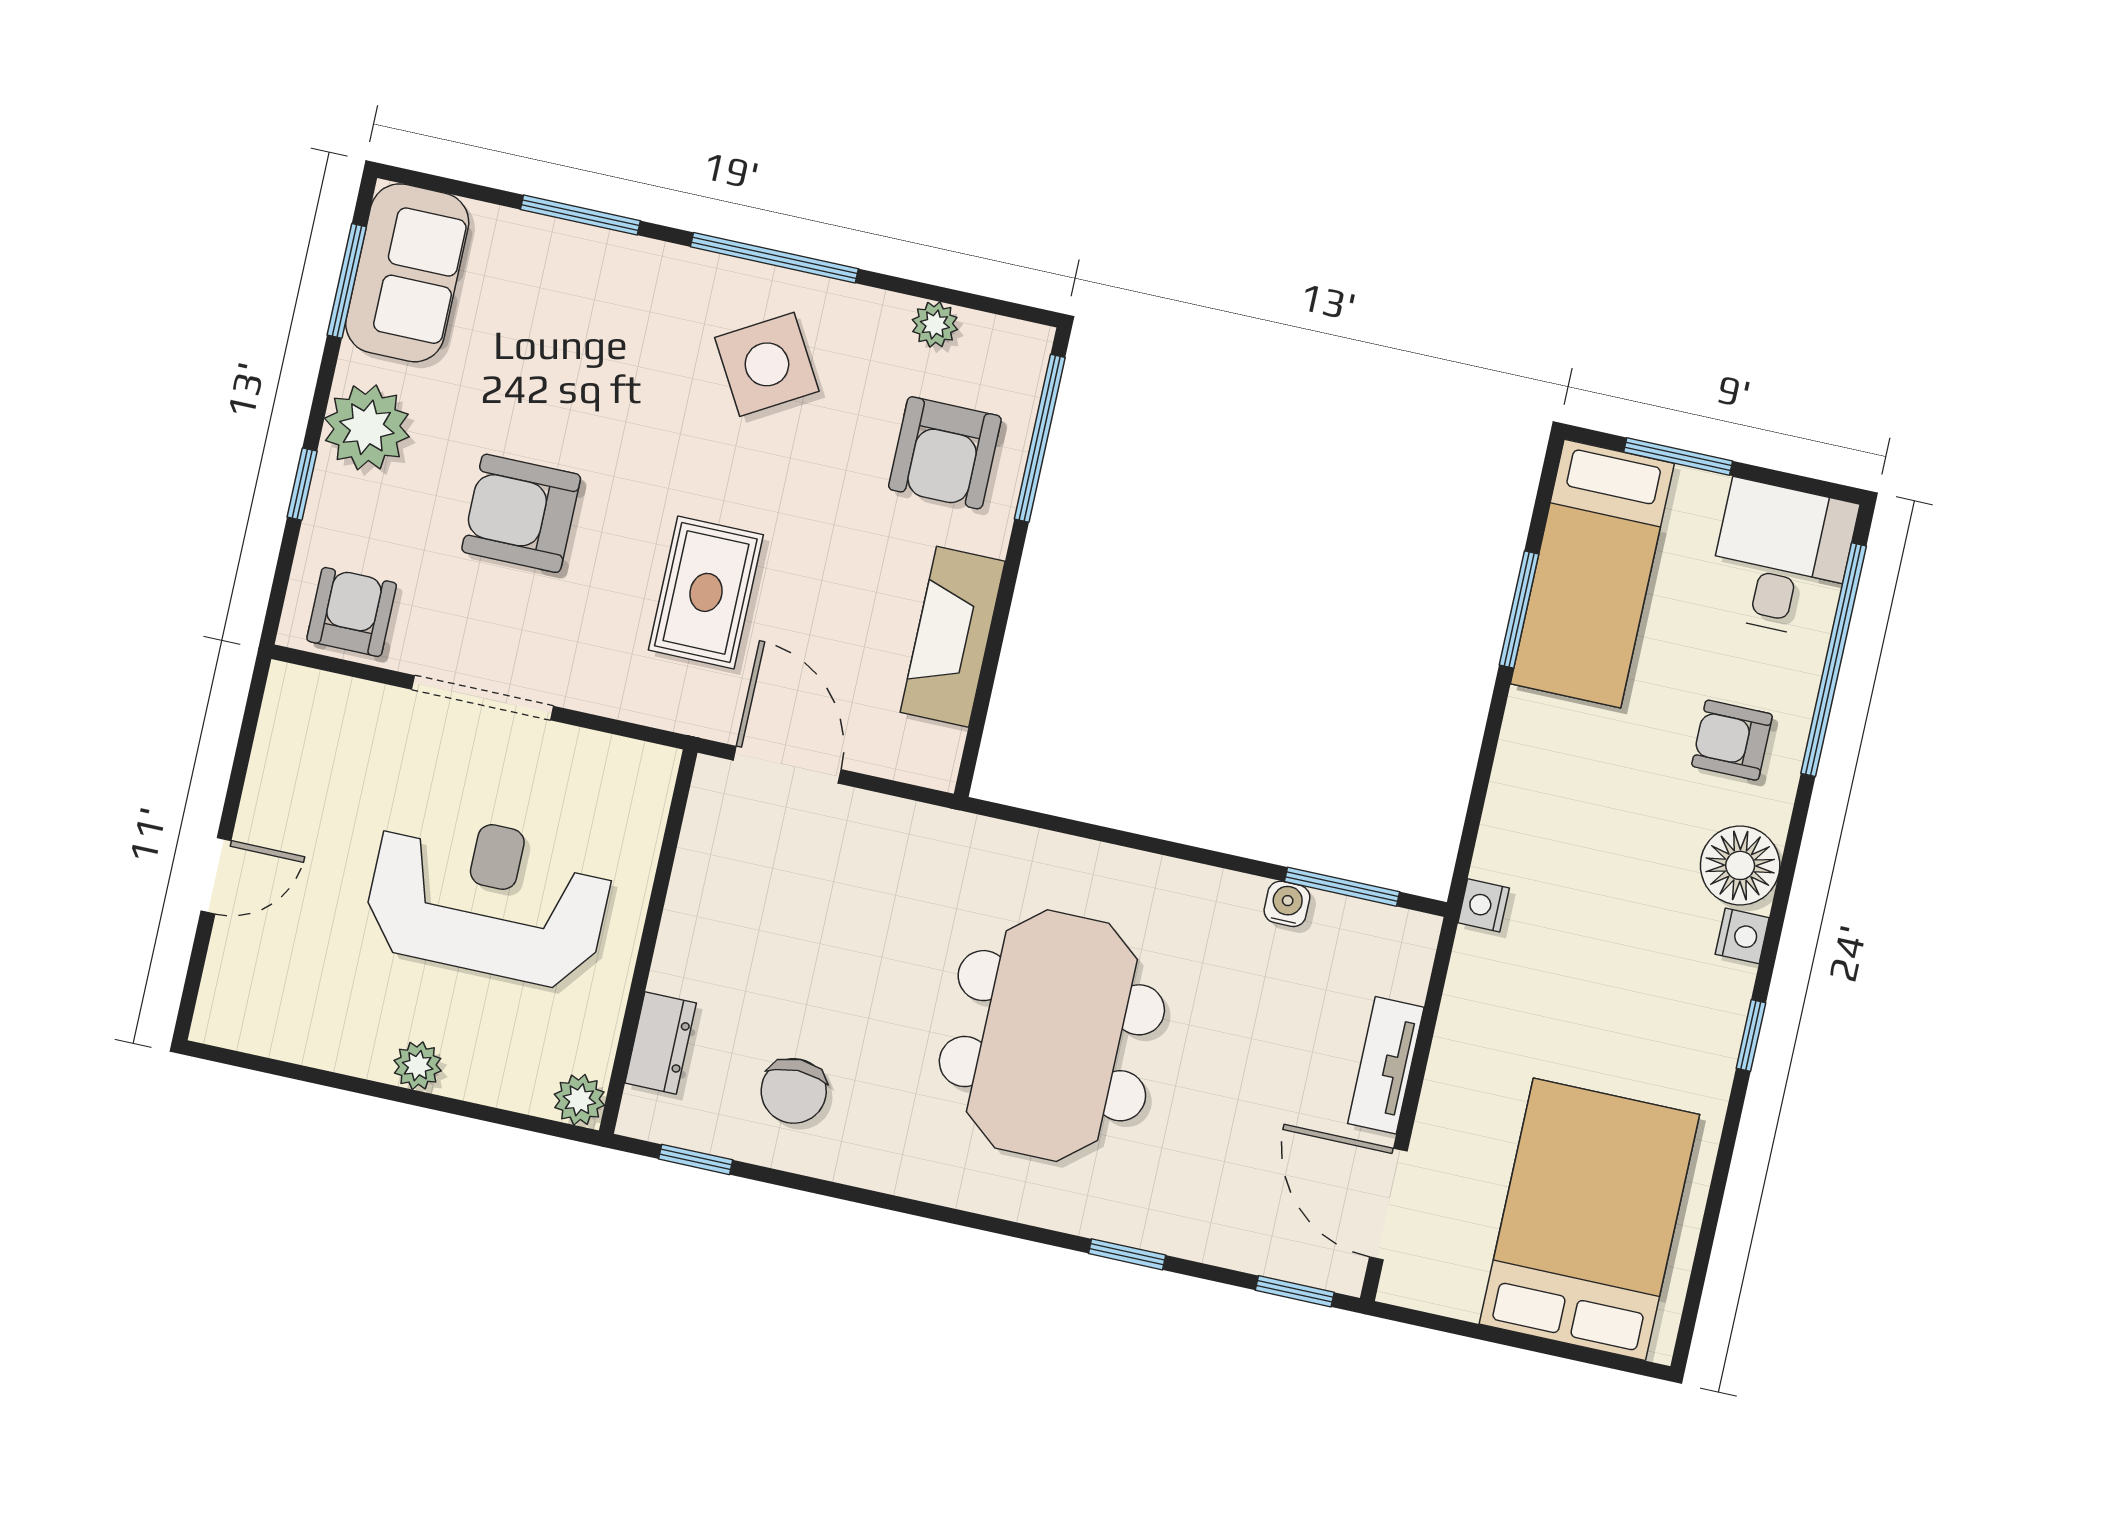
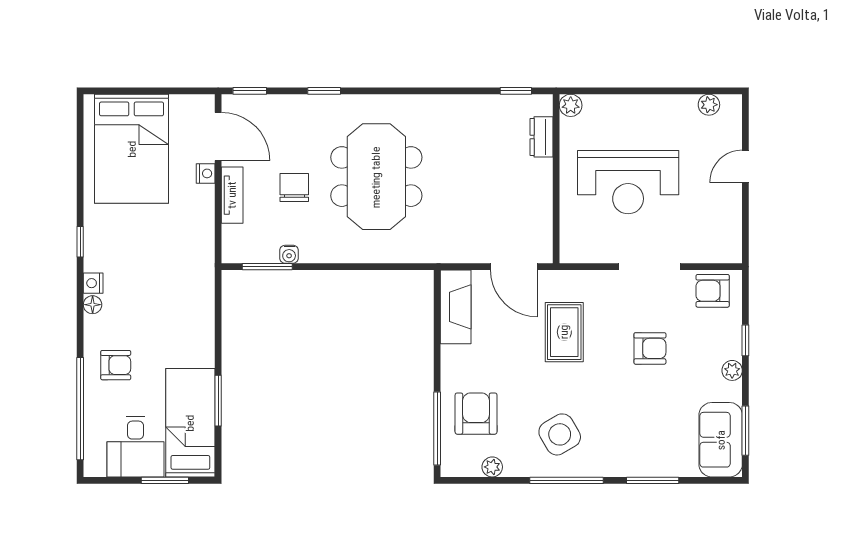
plant: (367, 427) -> (732, 370), width x0.53, depth x0.53
armchair: (521, 513) -> (650, 348), width x0.72, depth x0.72
desk: (1781, 559) -> (135, 447), moved
armchair: (352, 612) -> (713, 291), turned 90
fireplace: (953, 637) -> (456, 307), moved
floor lamp: (1740, 865) -> (93, 305), width x0.53, depth x0.53
nightstand: (1484, 905) -> (206, 173), moved
plant: (418, 1066) -> (709, 105), moved
chair: (794, 1091) -> (294, 188), moved

